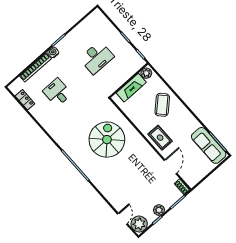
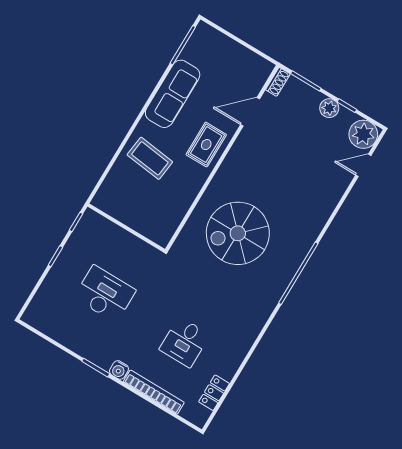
plant: (146, 73) -> (105, 202), removed
fireplace: (131, 88) -> (137, 220), removed
coffee table: (162, 105) -> (150, 158), turned 50
sofa: (209, 145) -> (173, 94), moved

